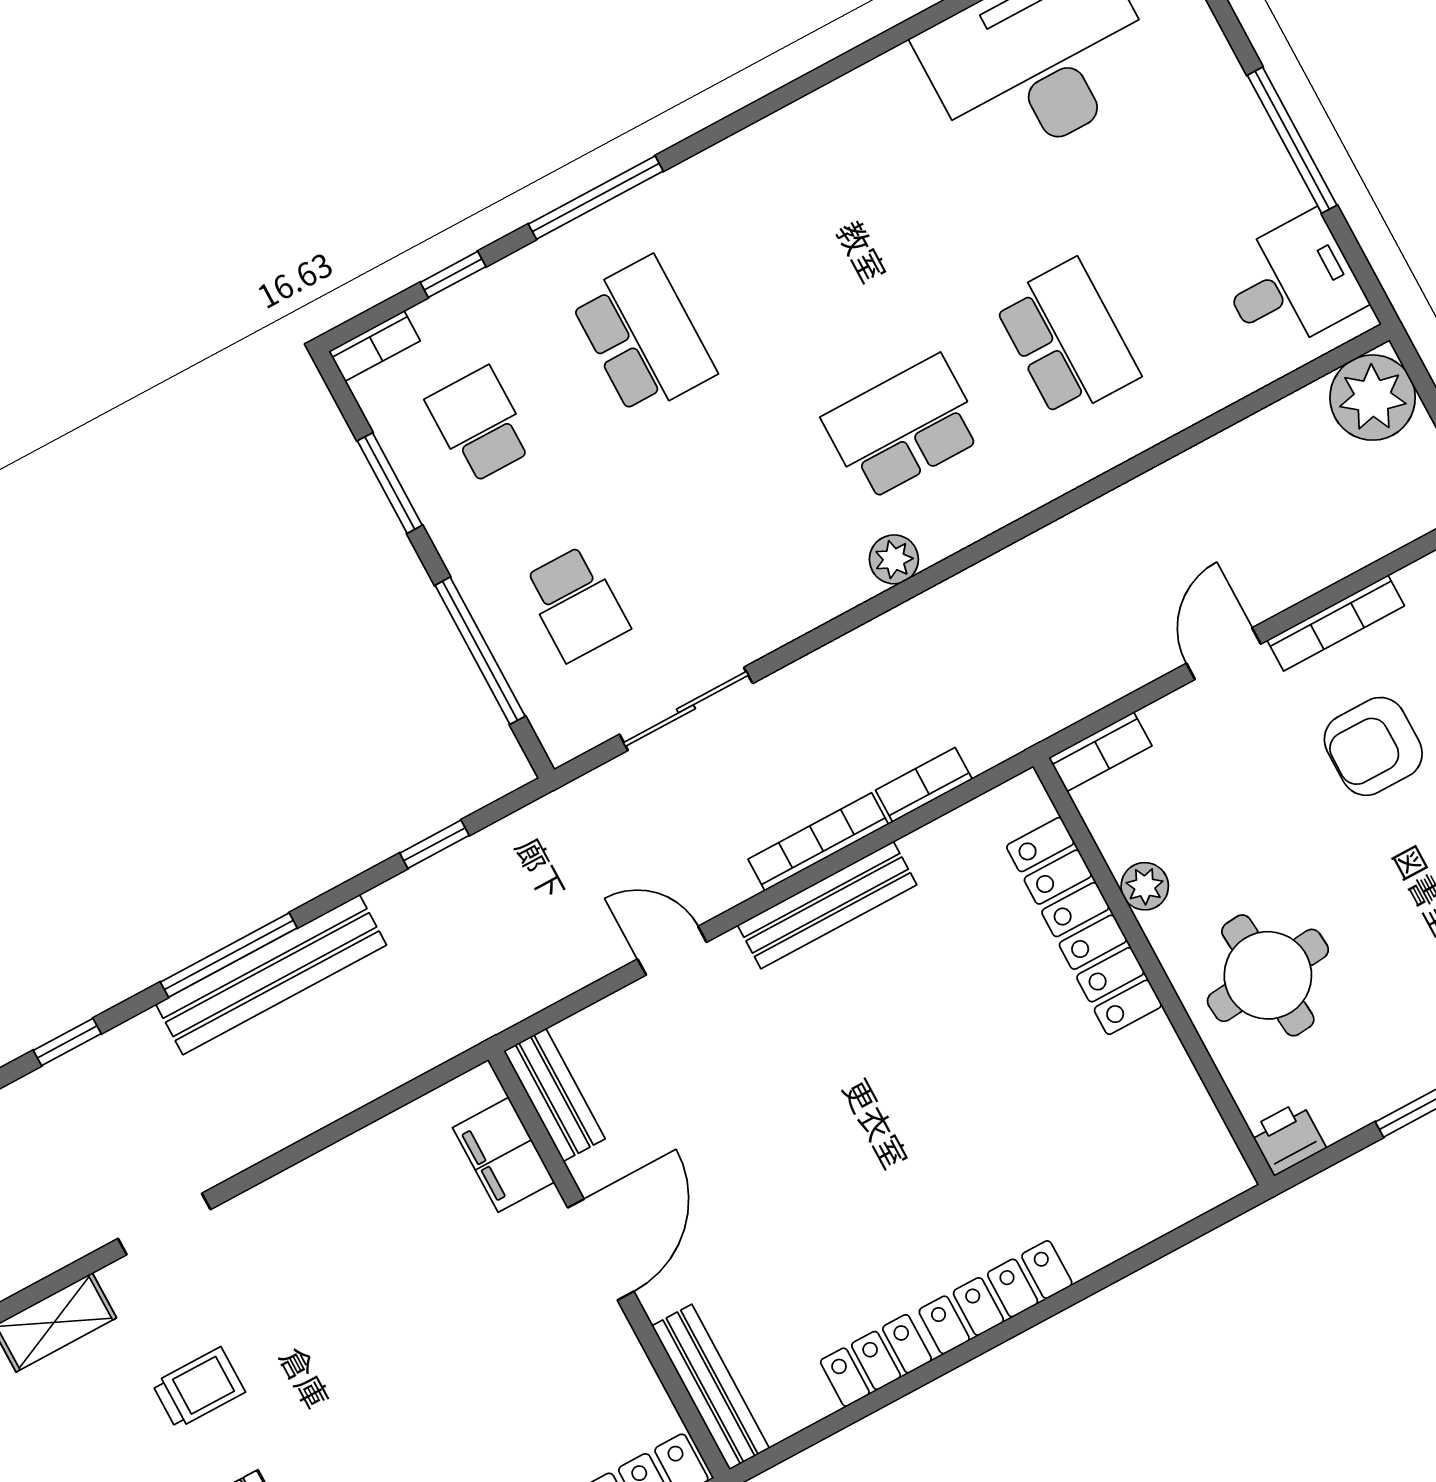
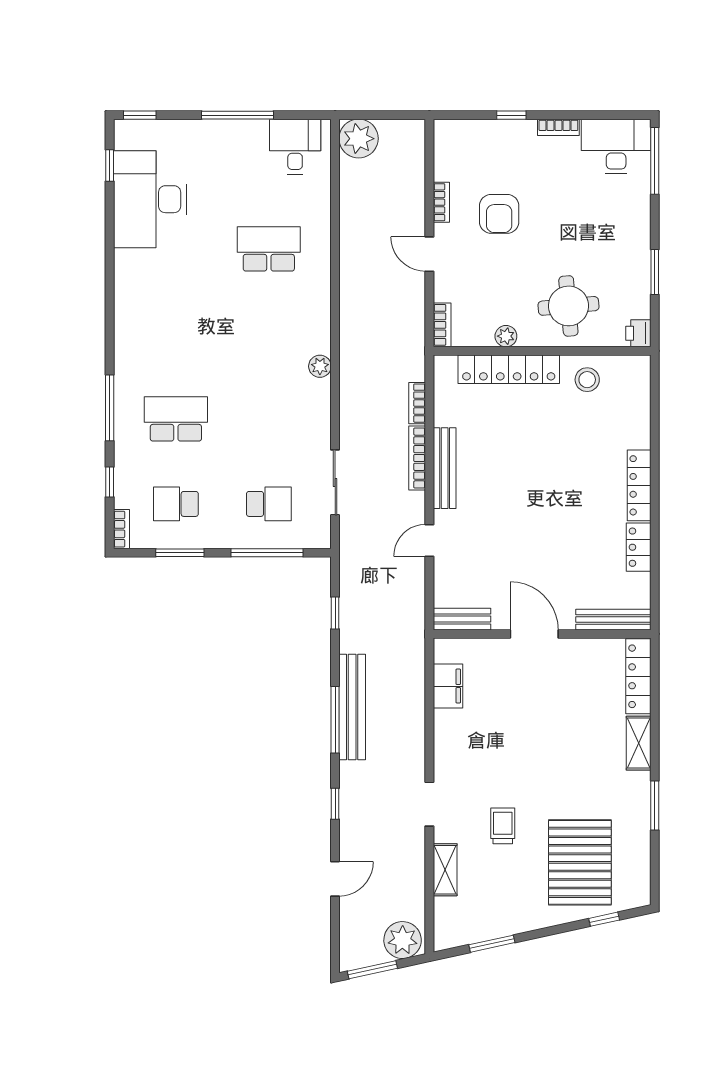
school desk: (903, 427) -> (269, 334), removed
bookcase: (1336, 623) -> (441, 202), width x0.64
stool: (1145, 1088) -> (587, 380), added
filing cabinet: (503, 1155) -> (448, 686), moved, turned -90

